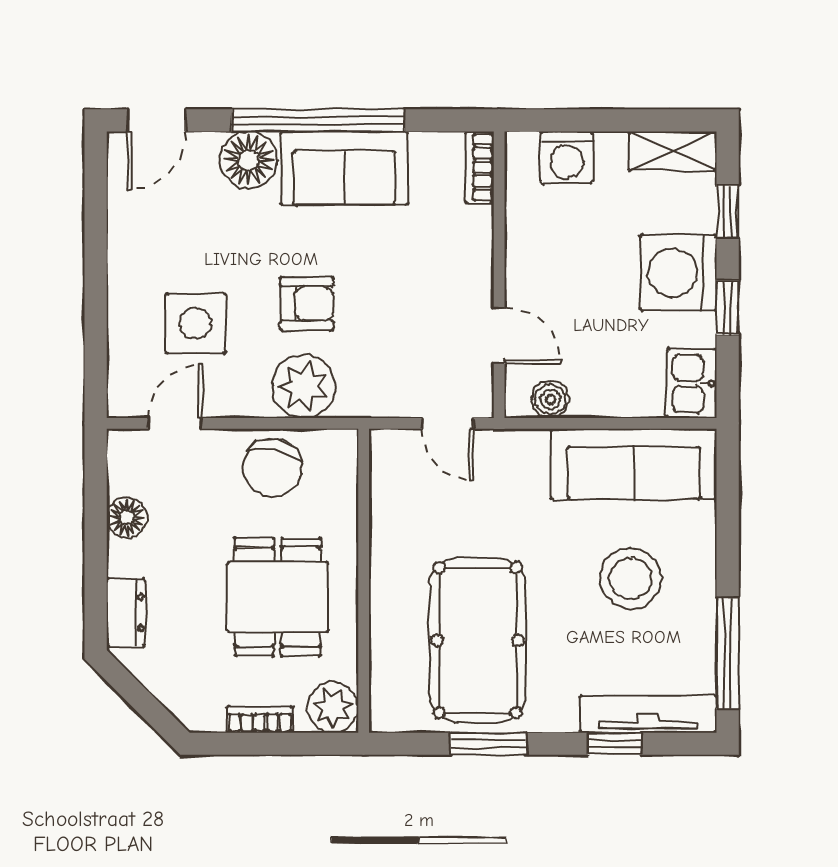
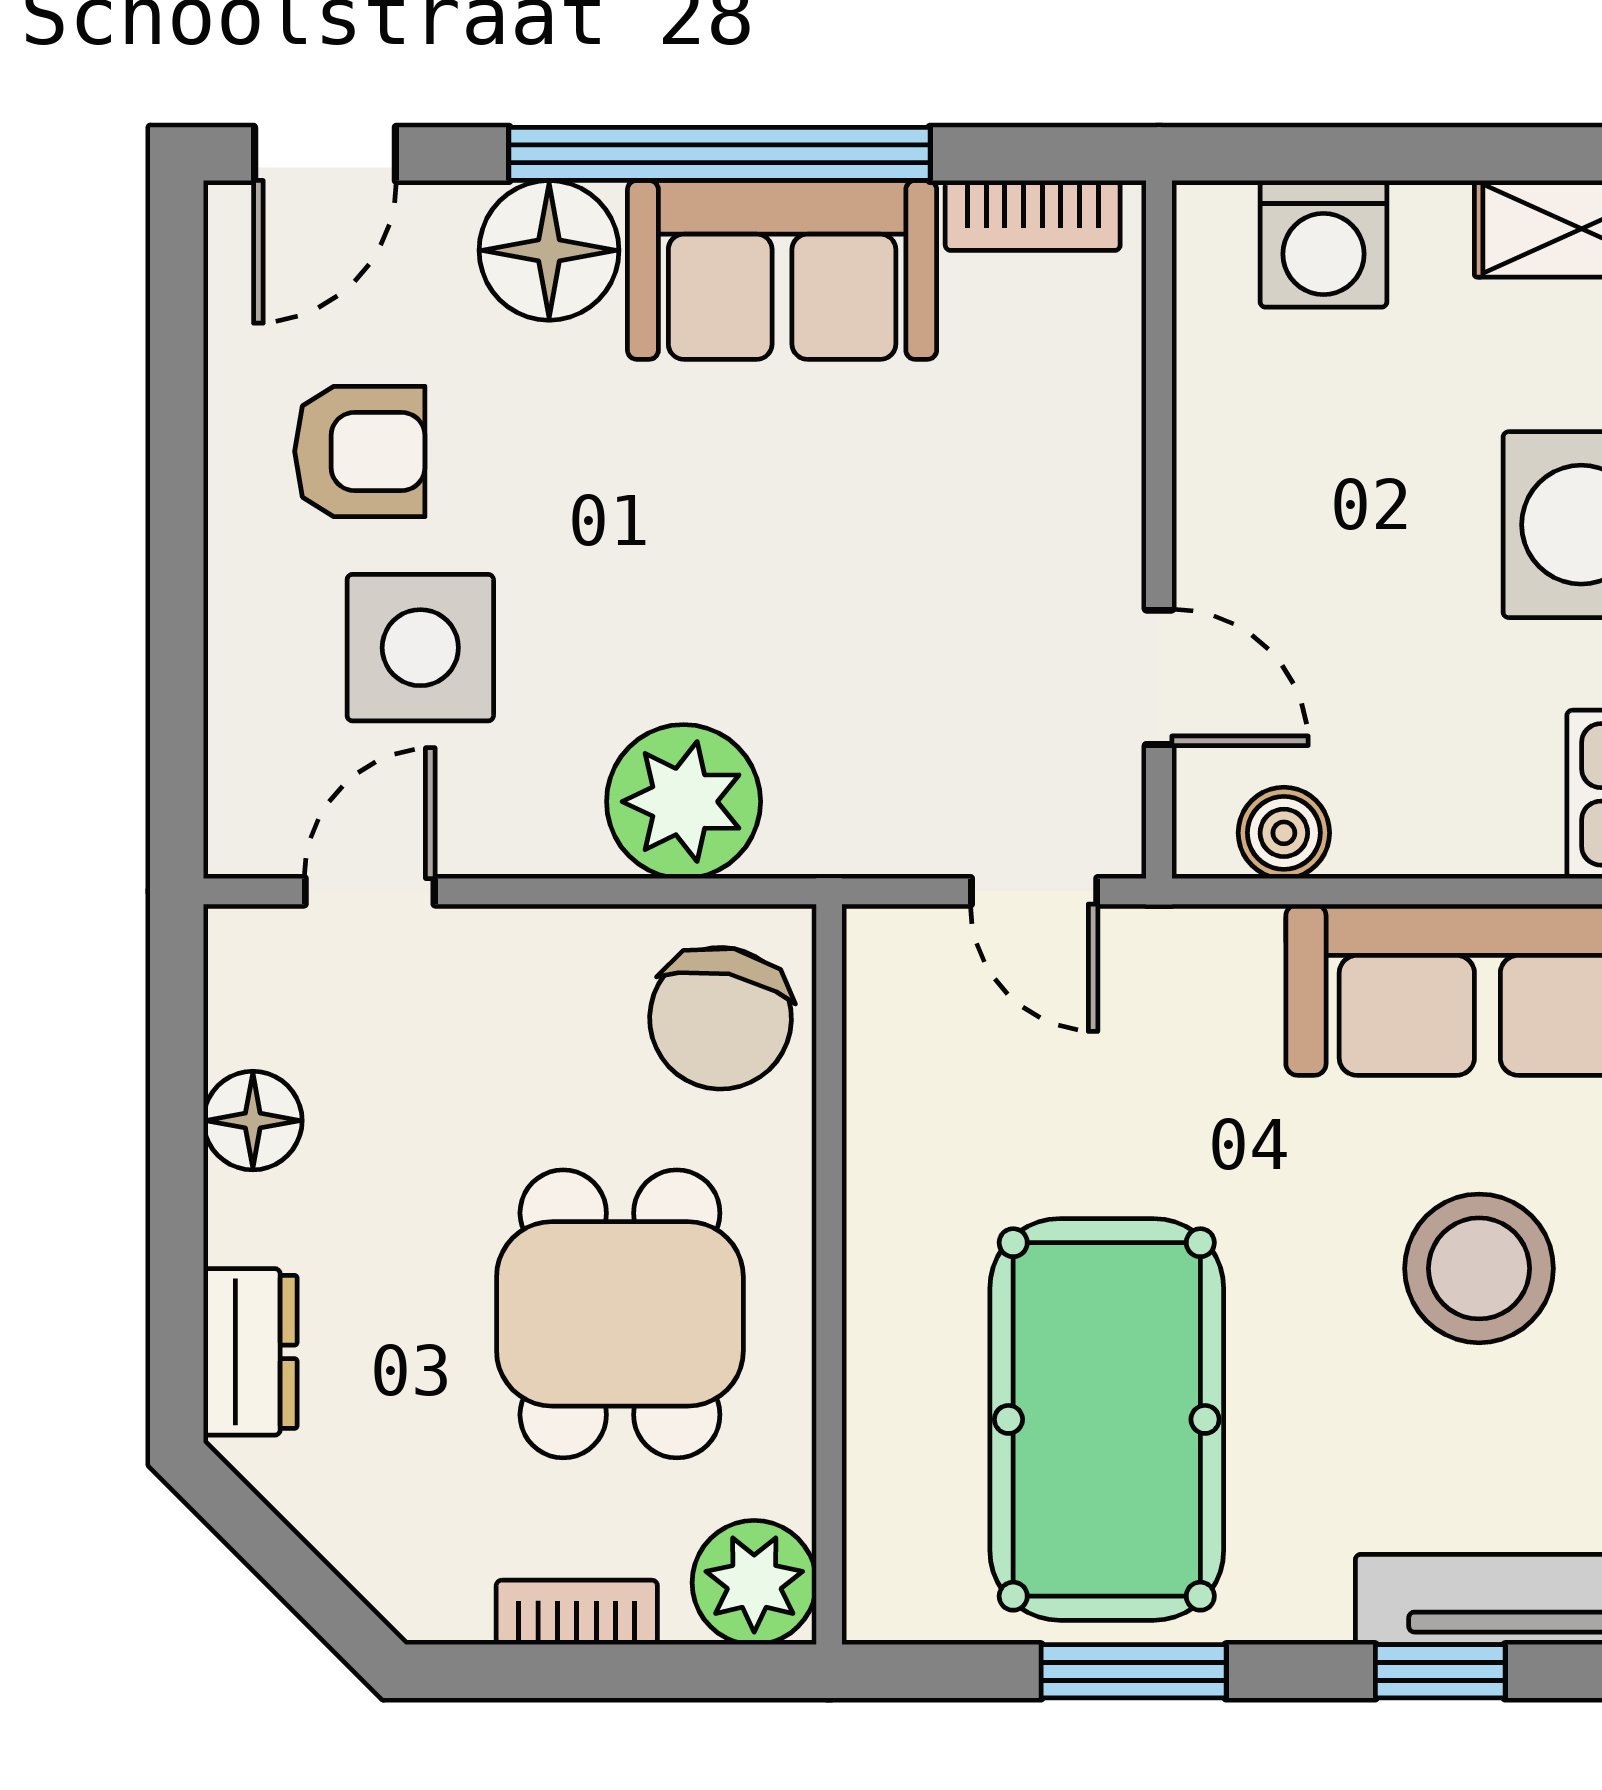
bookcase: (479, 167) -> (1033, 215), moved, turned -90
armchair: (307, 304) -> (360, 451), moved
chair: (273, 468) -> (721, 1018), moved

